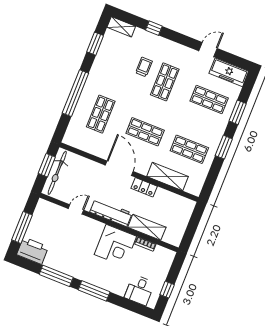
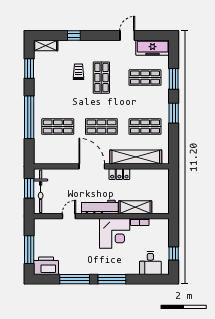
shop shelf: (101, 114) -> (58, 127), turned 90
shelving: (168, 176) -> (136, 157), width x1.47

